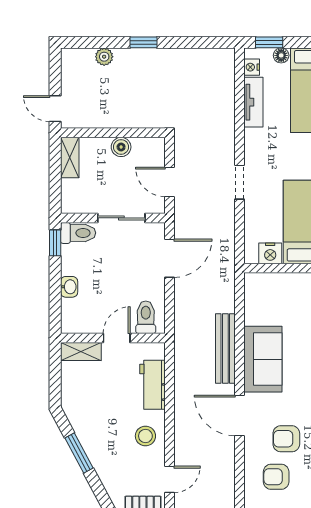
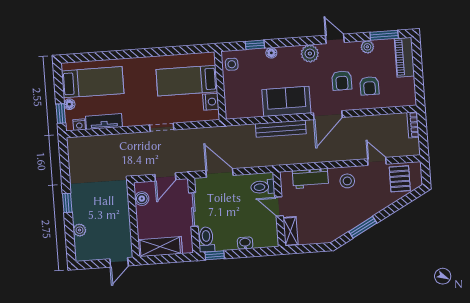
boiler: (121, 147) -> (142, 199), moved
shelving: (70, 158) -> (160, 247), width x1.50, depth x1.33

